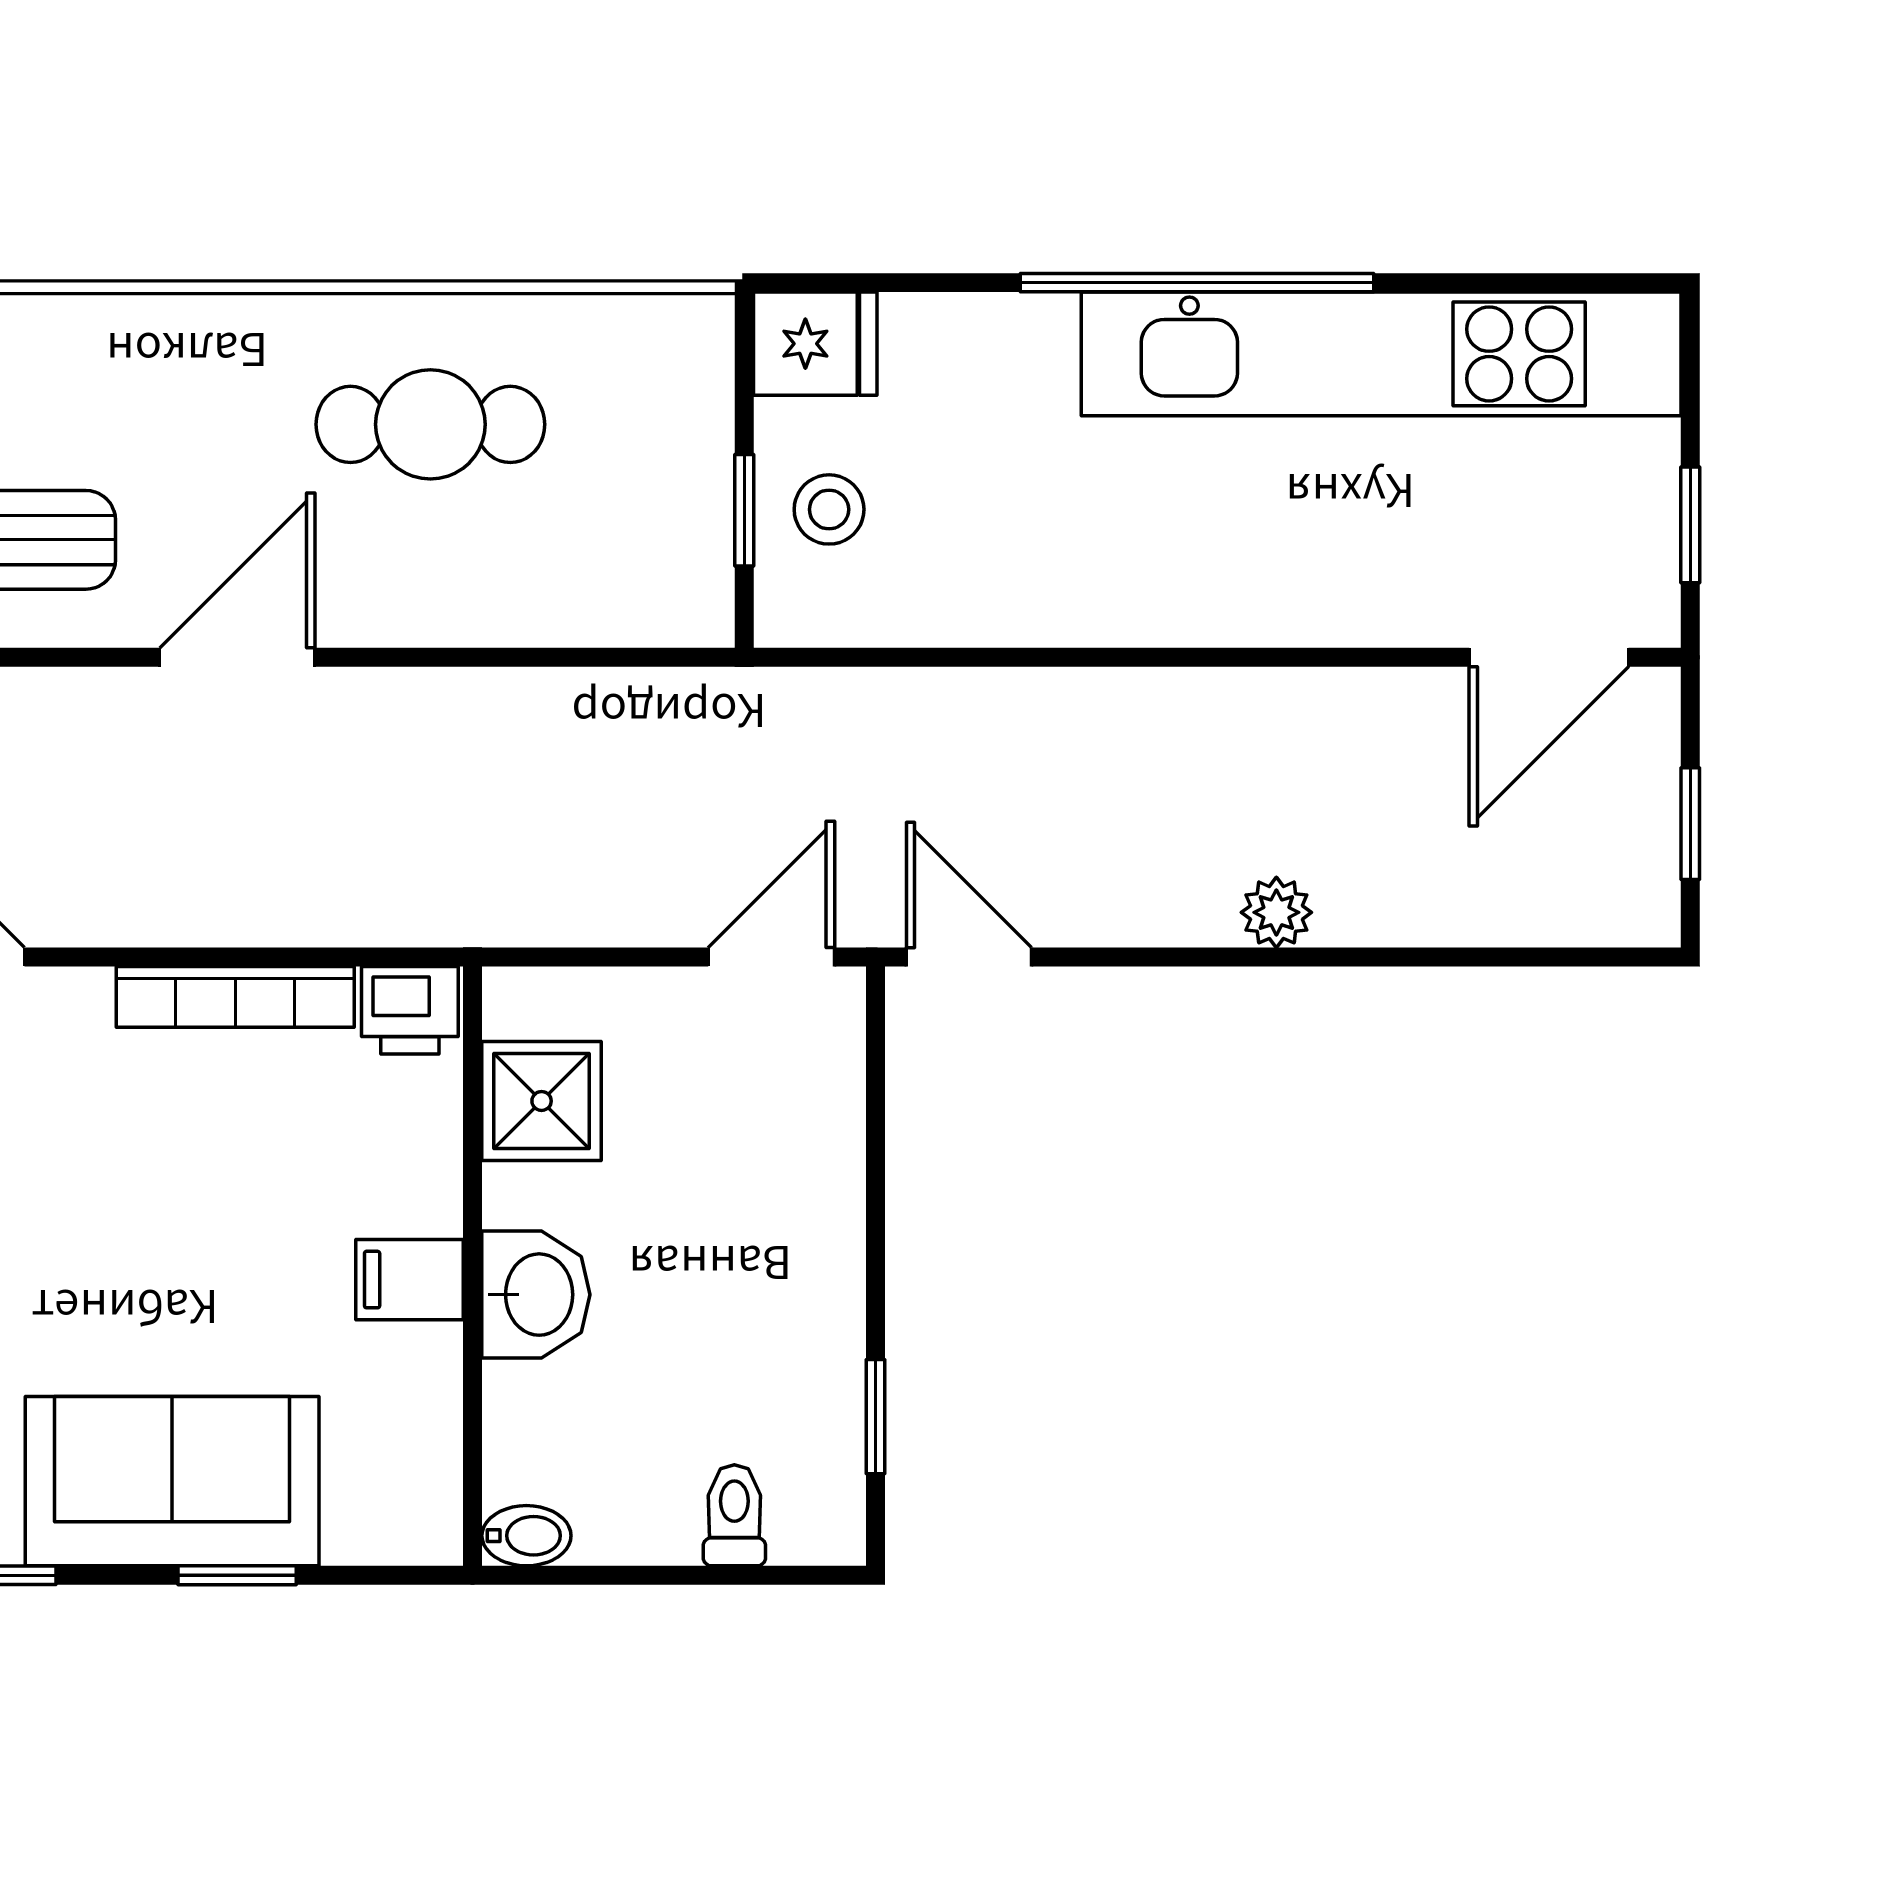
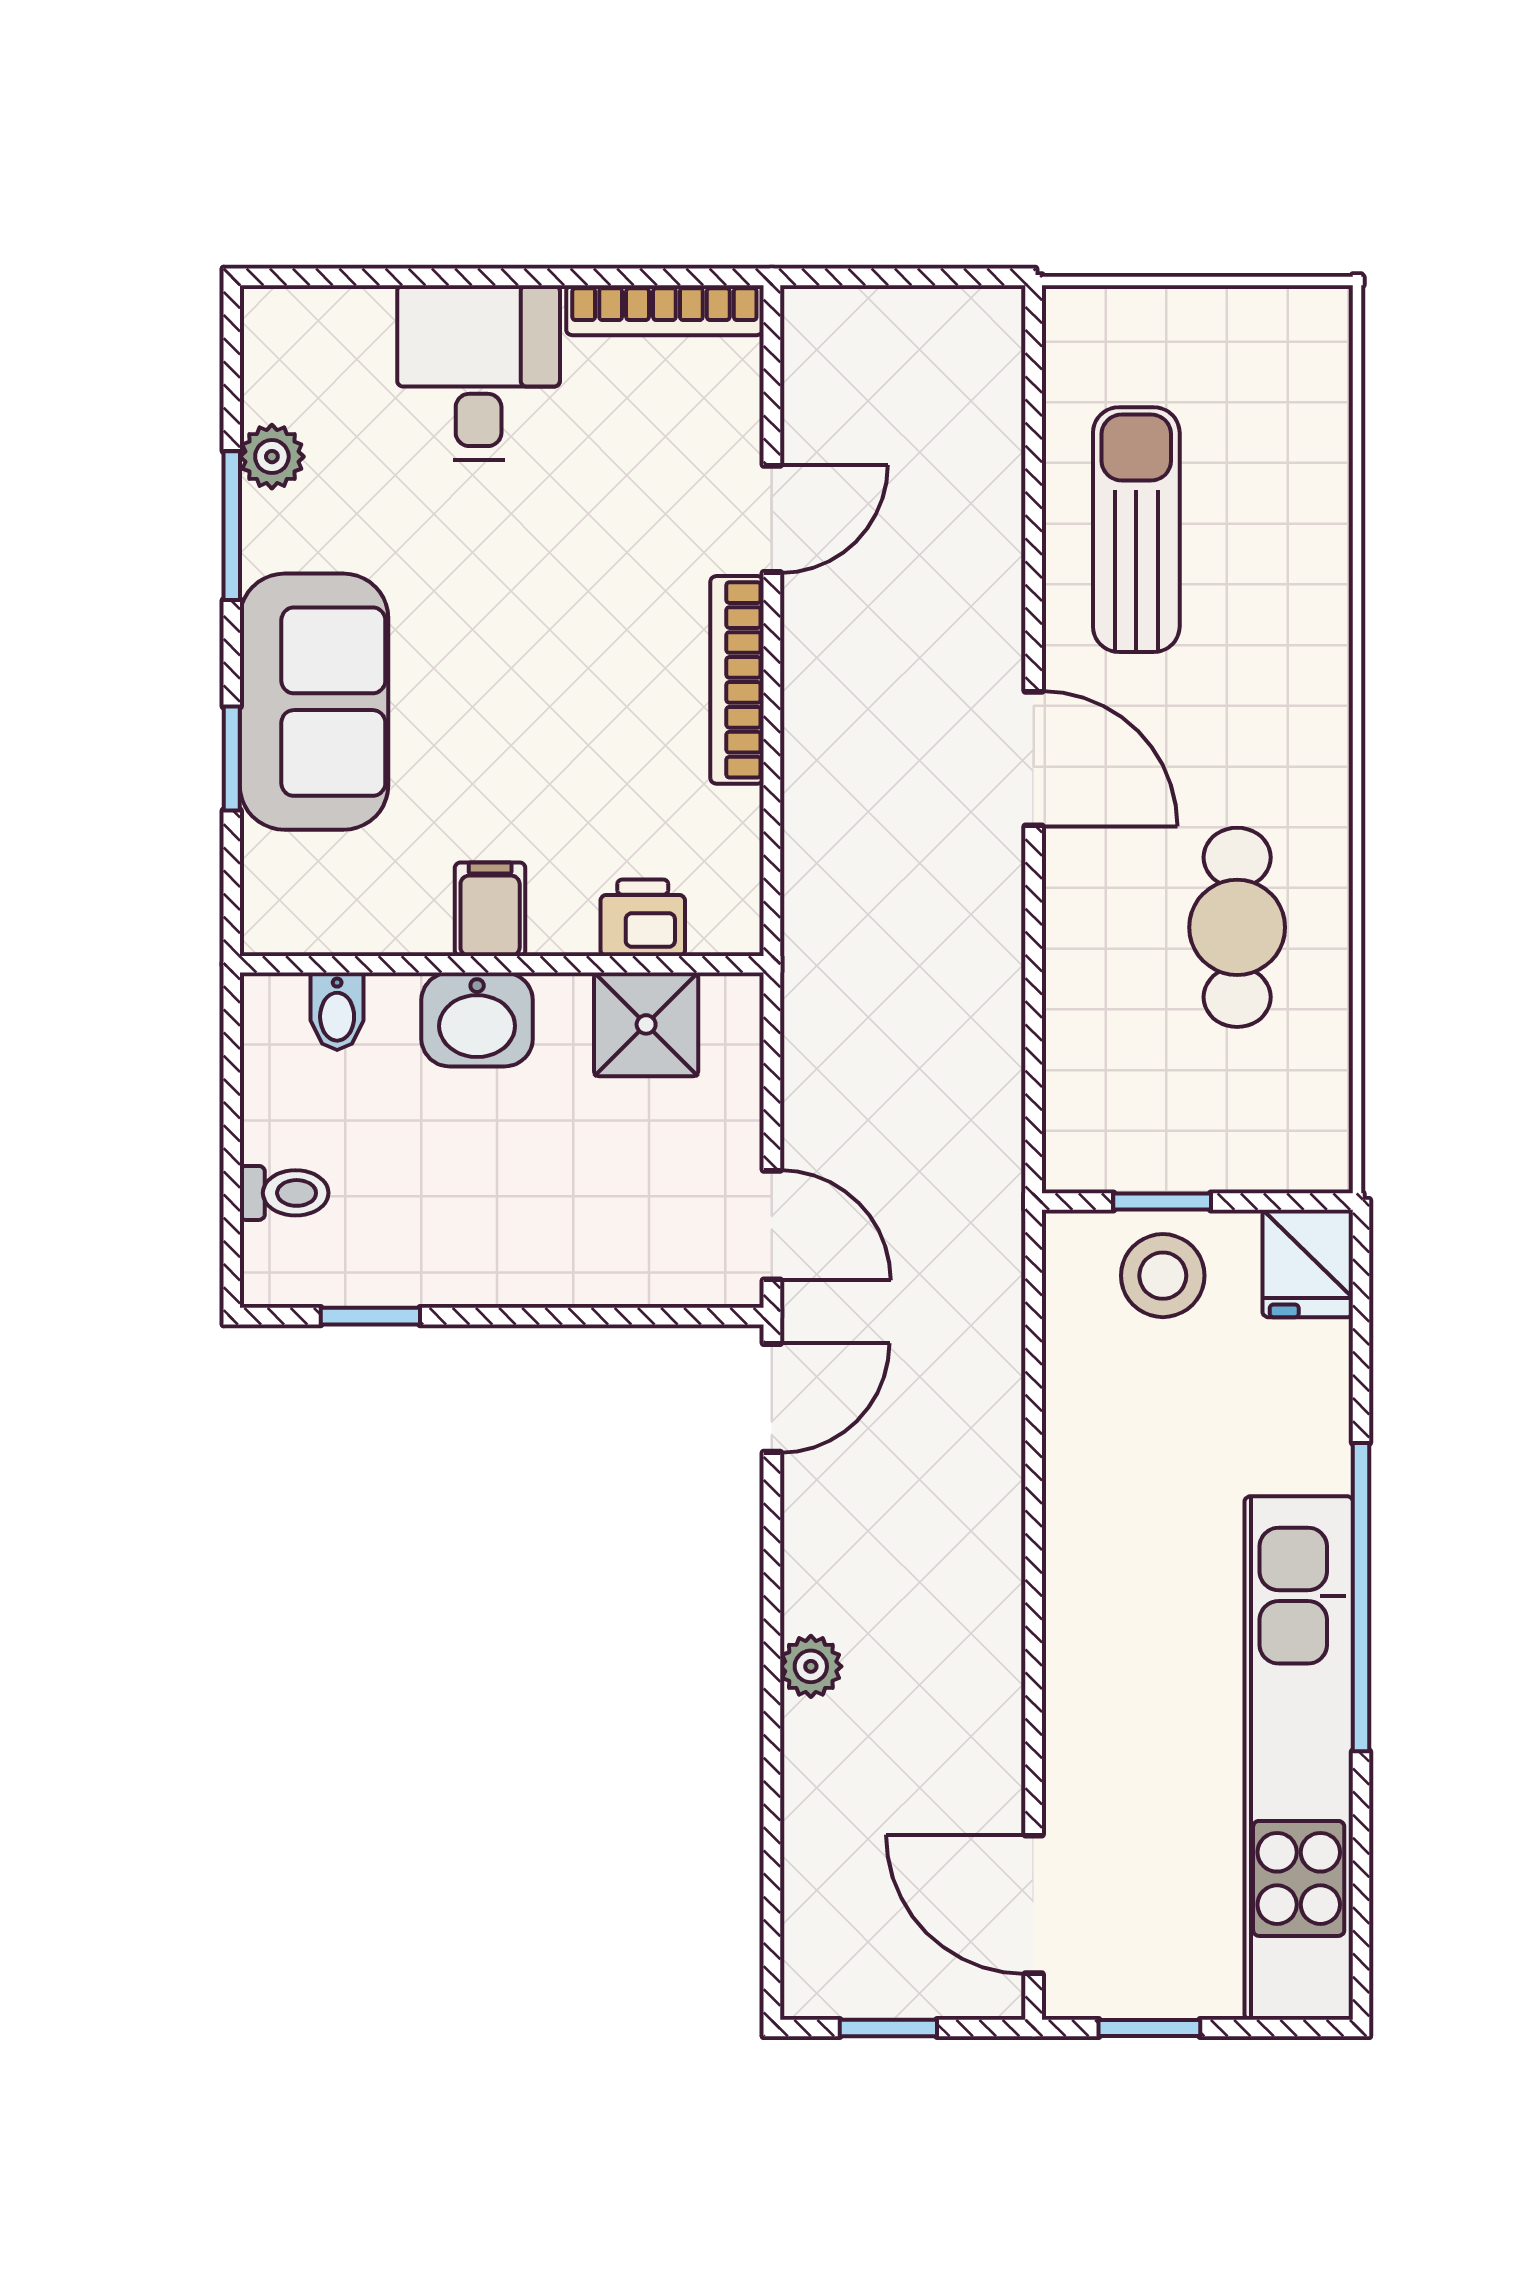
stool: (829, 509) -> (1163, 1276), width x1.37, depth x1.37
bookcase: (235, 997) -> (737, 680), moved
printer: (410, 1010) -> (643, 918), moved, turned 90
bidet: (526, 1536) -> (337, 1011), moved

